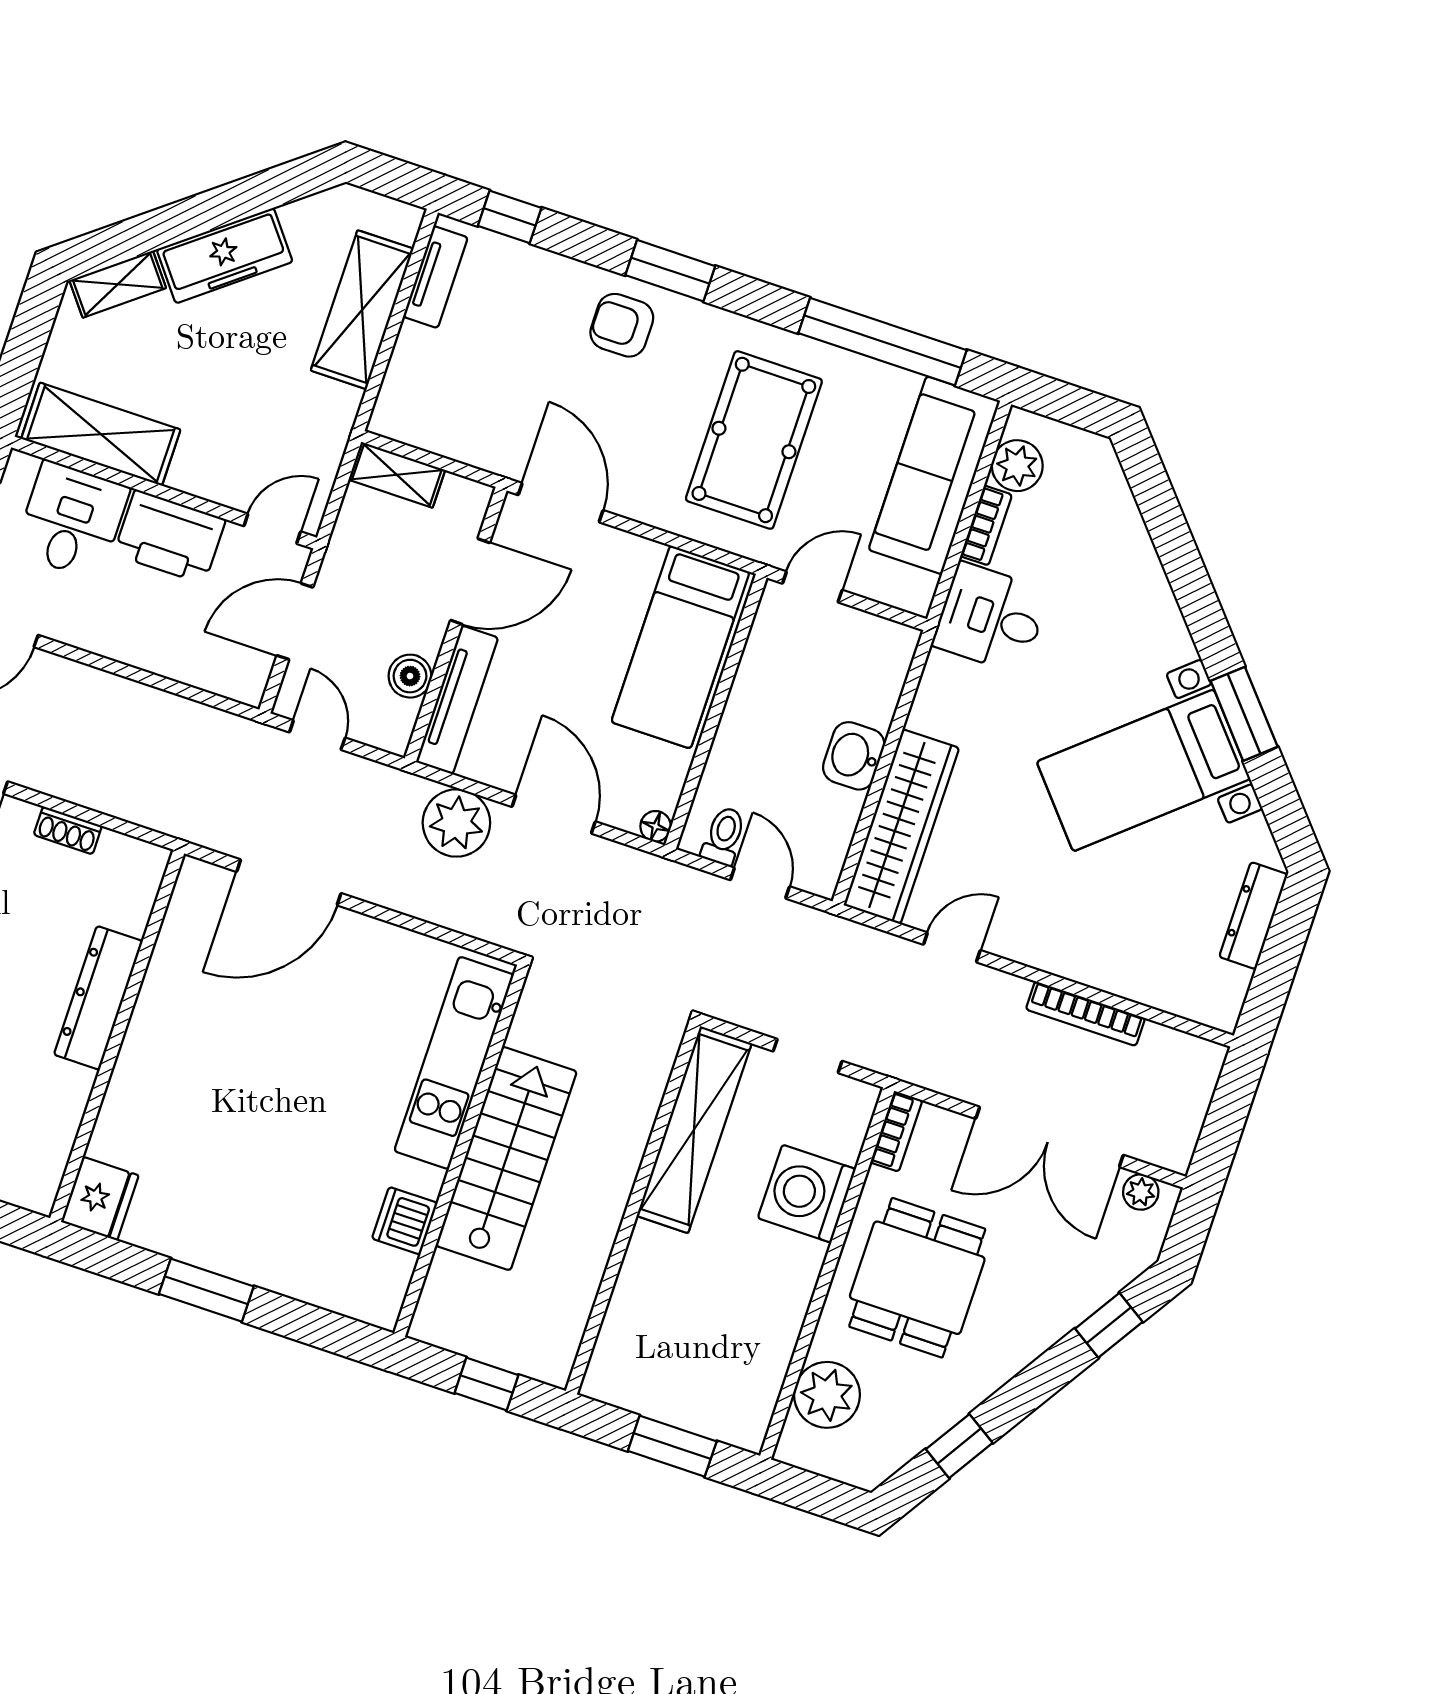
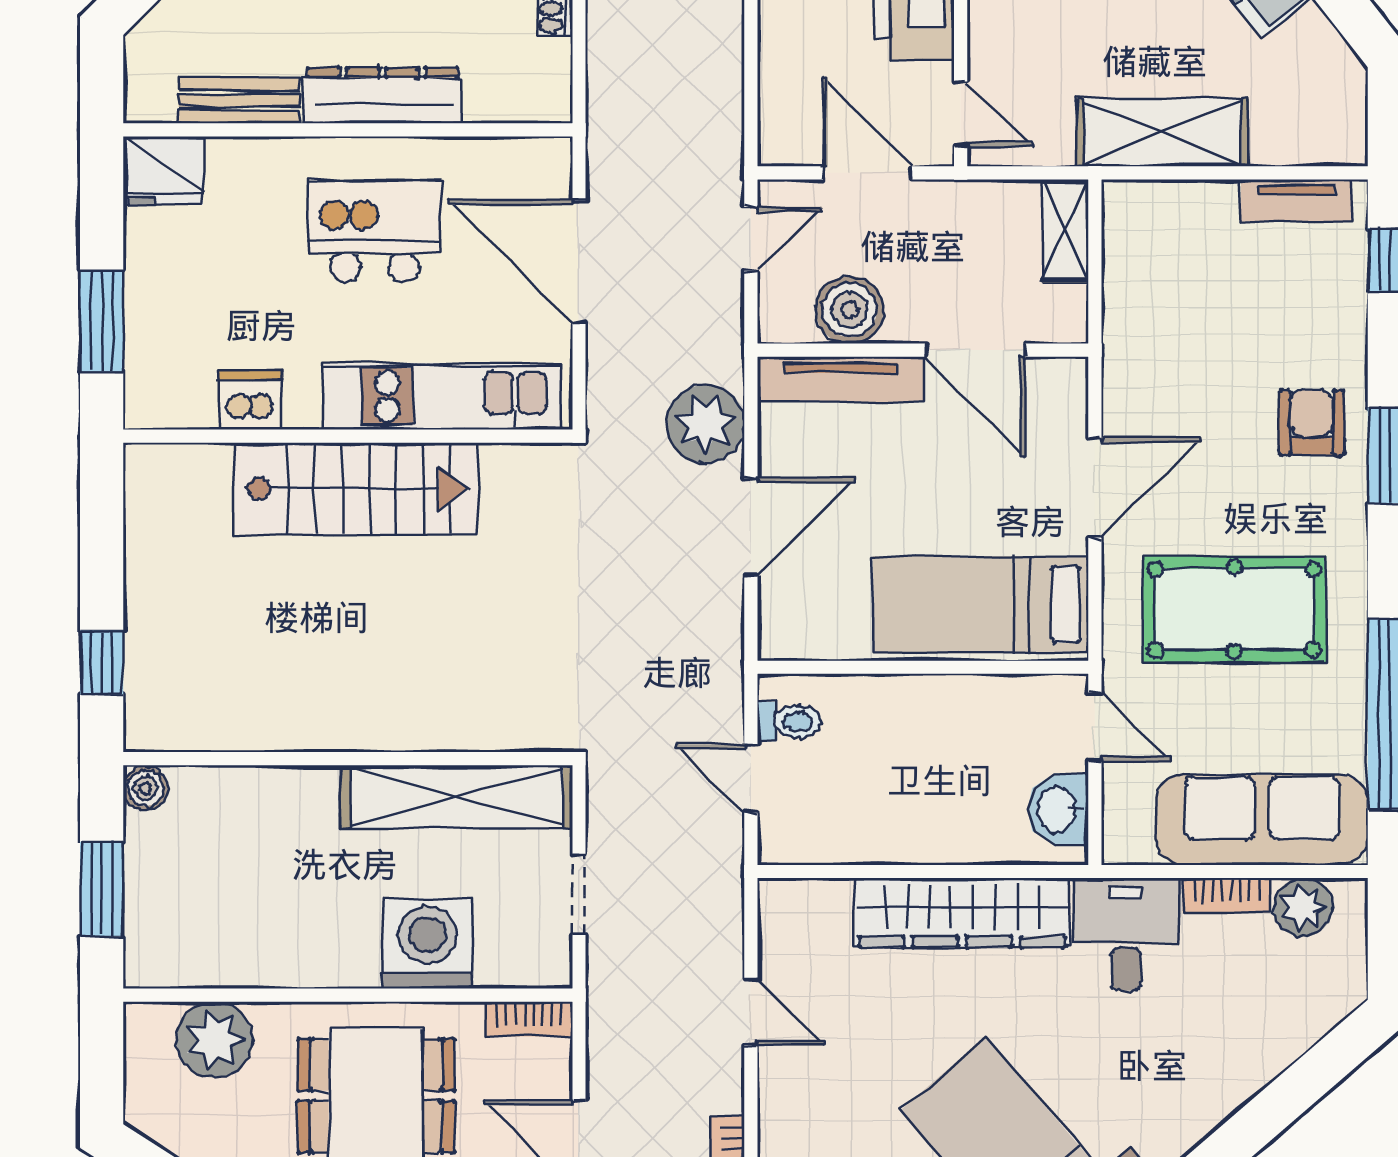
shelving: (362, 310) -> (1163, 132), moved
door: (561, 503) -> (1095, 488), moved
boiler: (410, 676) -> (850, 310), width x1.36, depth x1.36
washbasin: (854, 756) -> (1058, 809), moved, turned -90
floor lamp: (656, 826) -> (775, 643), removed
wardrobe: (901, 827) -> (962, 913), moved
door: (760, 883) -> (751, 779), swing flipped
kitchen island: (208, 1042) -> (374, 231), added
kitchen unit: (454, 1063) -> (442, 396), moved
bench: (63, 1117) -> (239, 100), added
wall: (461, 1151) -> (348, 436), moved
stairs: (506, 1158) -> (356, 488), moved
dishwasher: (405, 1221) -> (251, 400), moved
boiler: (602, 1383) -> (145, 788), added

